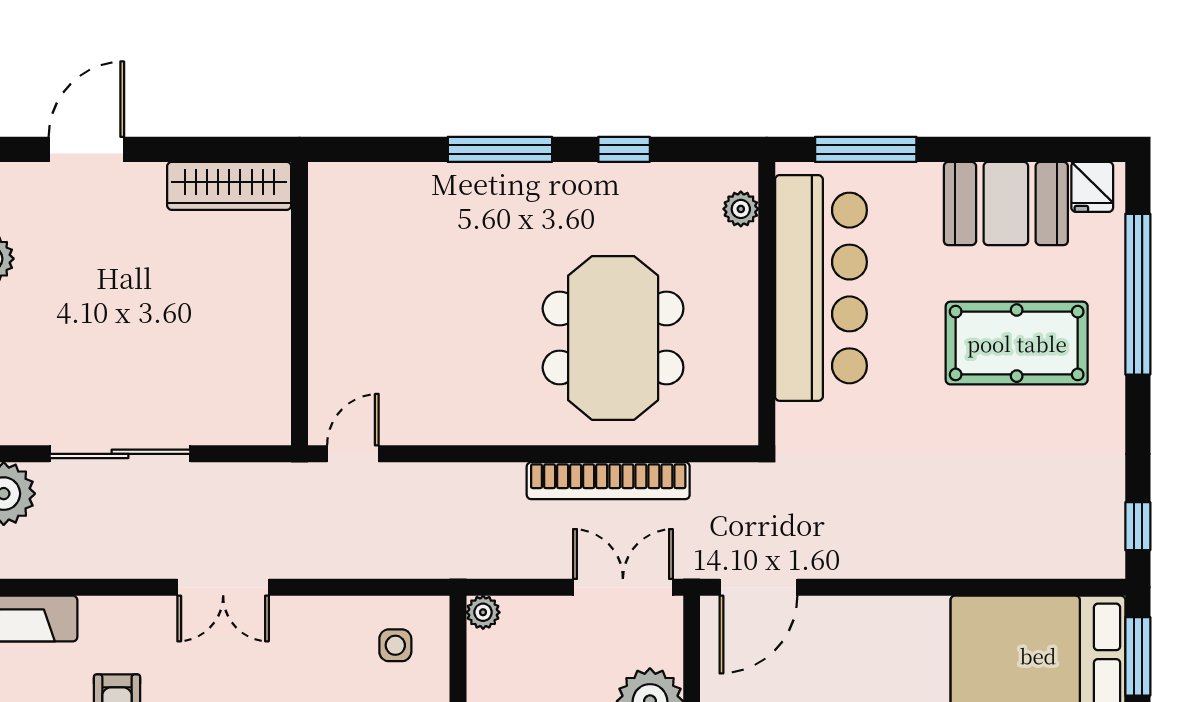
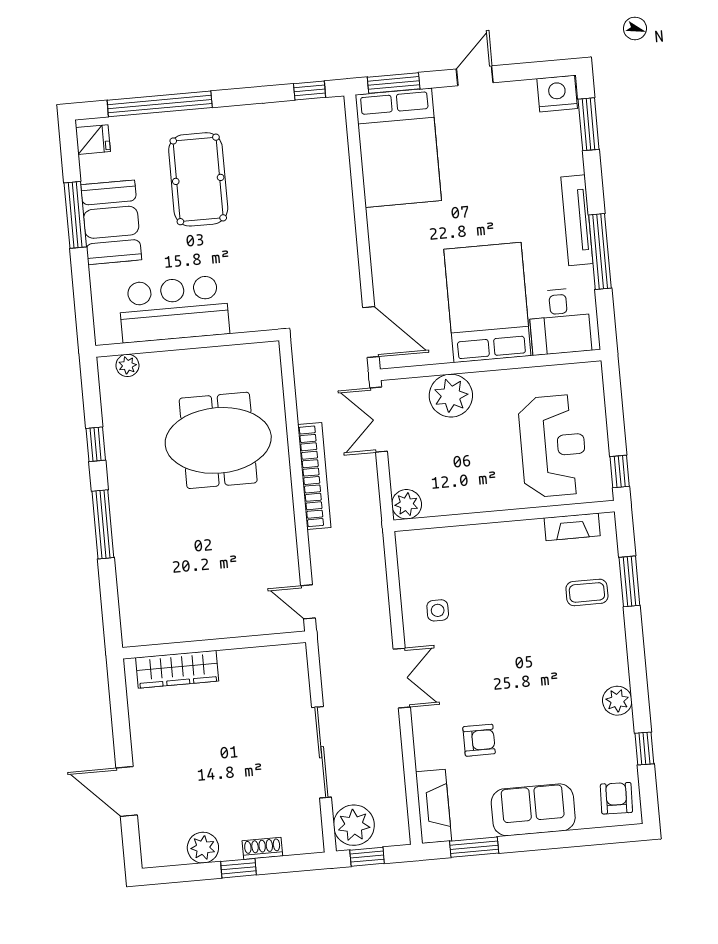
window: (866, 149) -> (75, 215), moved
wardrobe: (229, 186) -> (177, 669), moved, turned 90
booth: (1006, 204) -> (111, 222), moved
bar counter: (821, 288) -> (174, 309), width x0.73
bookcase: (608, 481) -> (314, 476), moved
plant: (483, 612) -> (407, 504), width x1.38, depth x1.38
side table: (395, 645) -> (438, 610), moved

